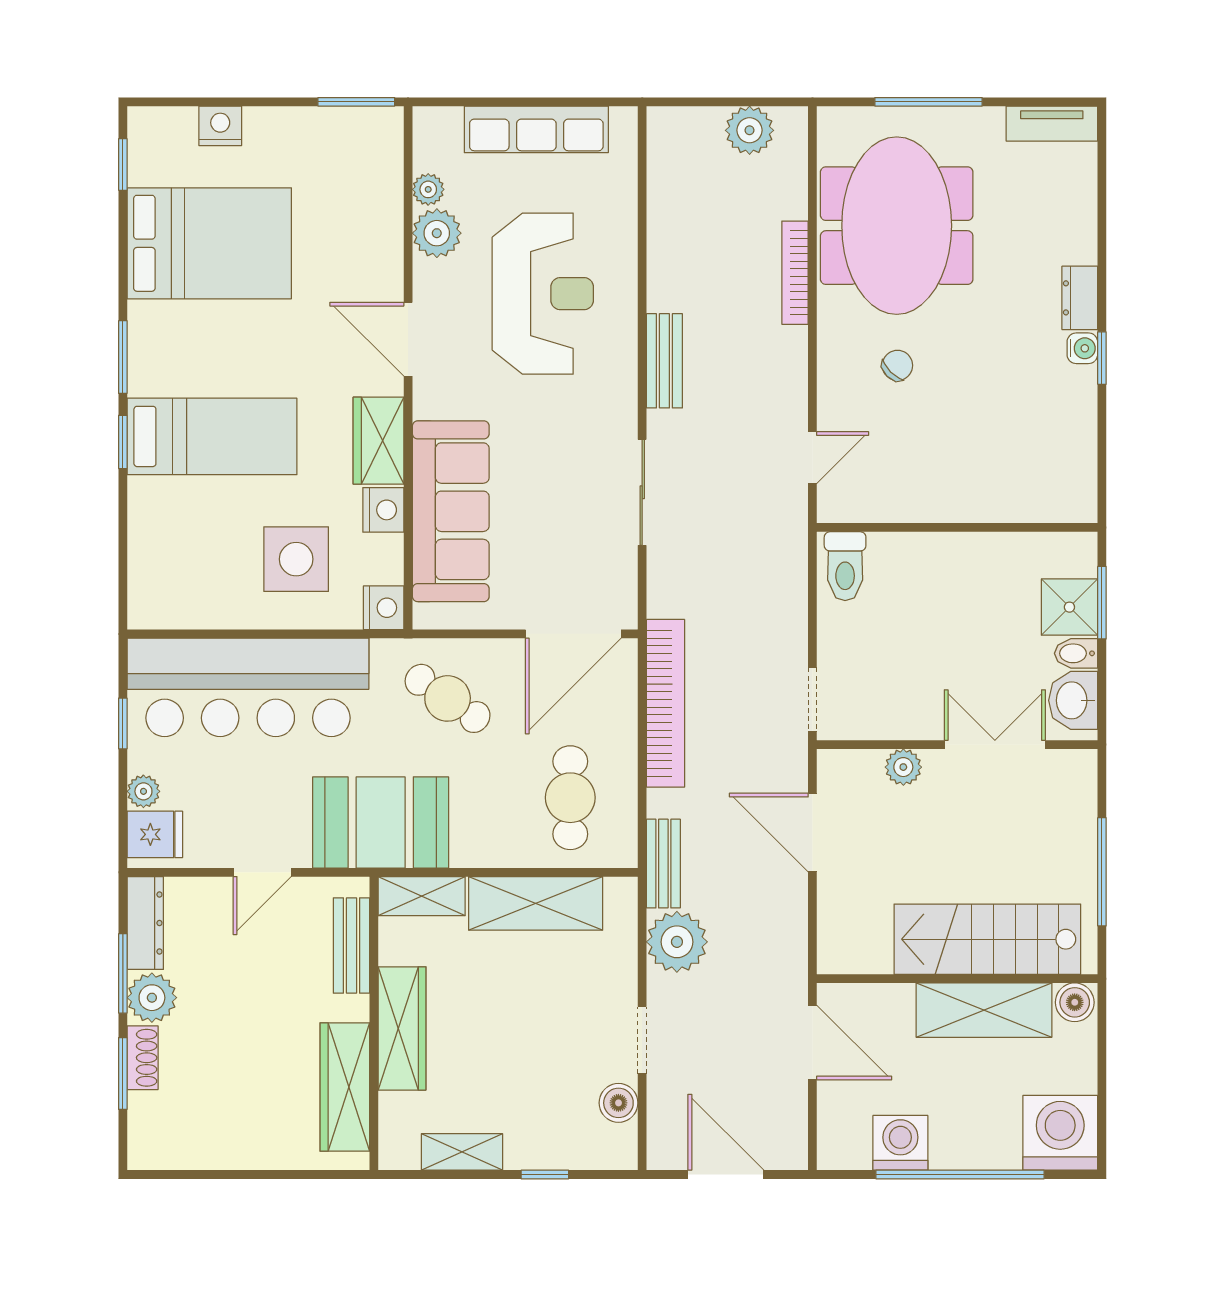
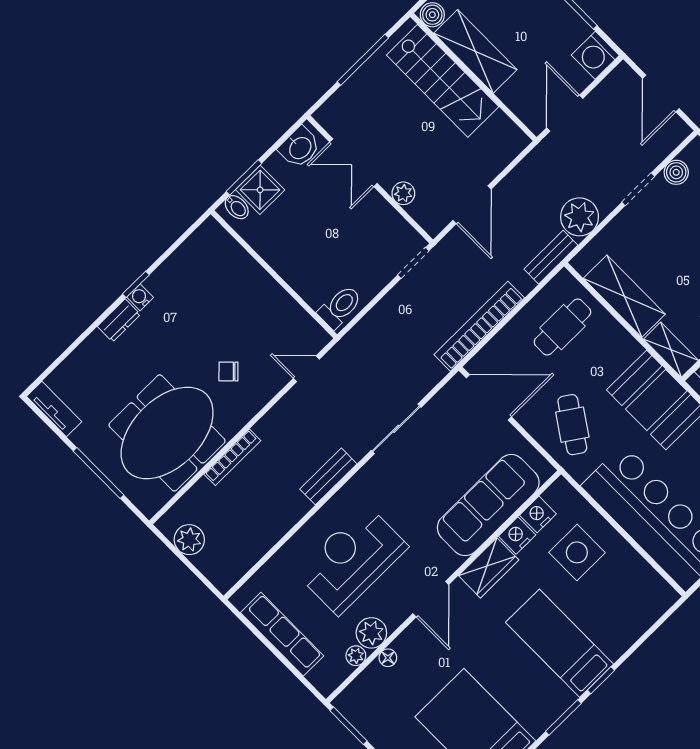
floor lamp: (390, 224) -> (388, 658), added
nightstand: (384, 608) -> (538, 514), moved
bidet: (1076, 653) -> (237, 207), moved
washing machine: (900, 1143) -> (595, 55), moved

